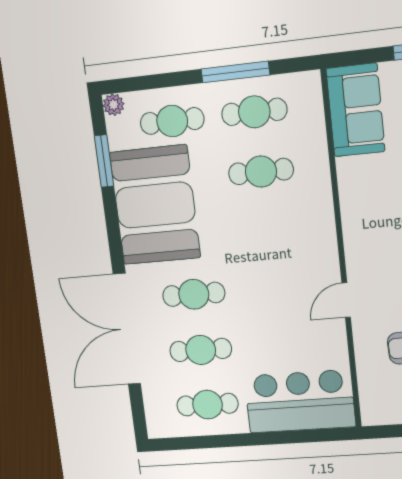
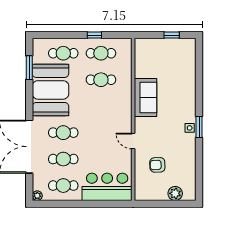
window: (235, 72) -> (94, 35), width x0.46
plant: (114, 105) -> (37, 196), moved
sofa: (356, 110) -> (146, 98), moved
door: (346, 300) -> (133, 141), hinge flipped

